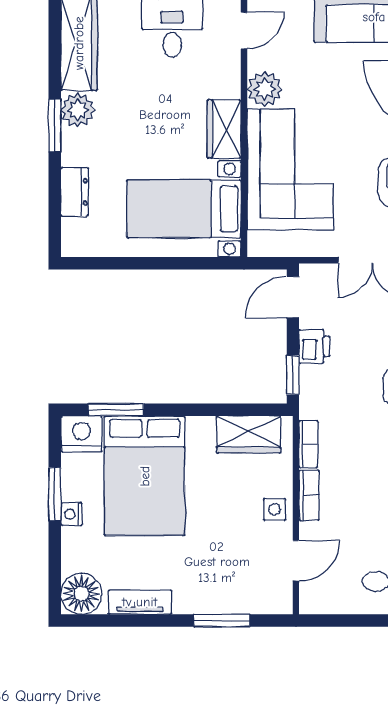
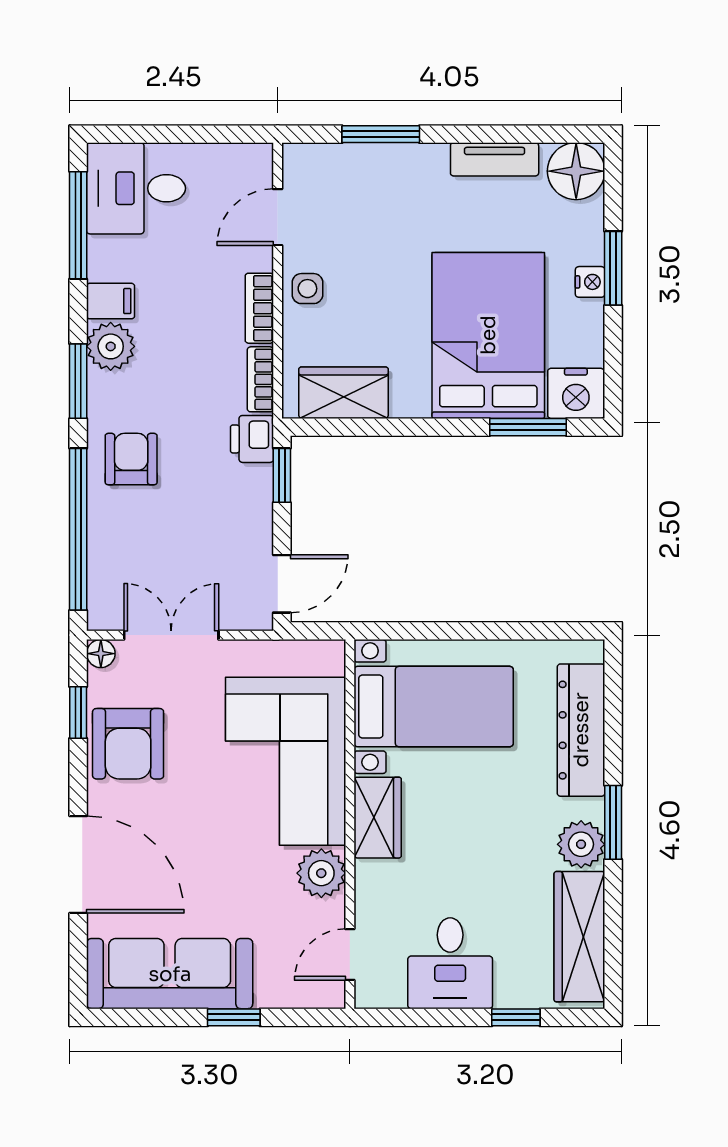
dresser: (75, 192) -> (581, 730), width x1.96, depth x1.24
printer: (314, 346) -> (252, 439), moved
window: (55, 494) -> (613, 268), moved

